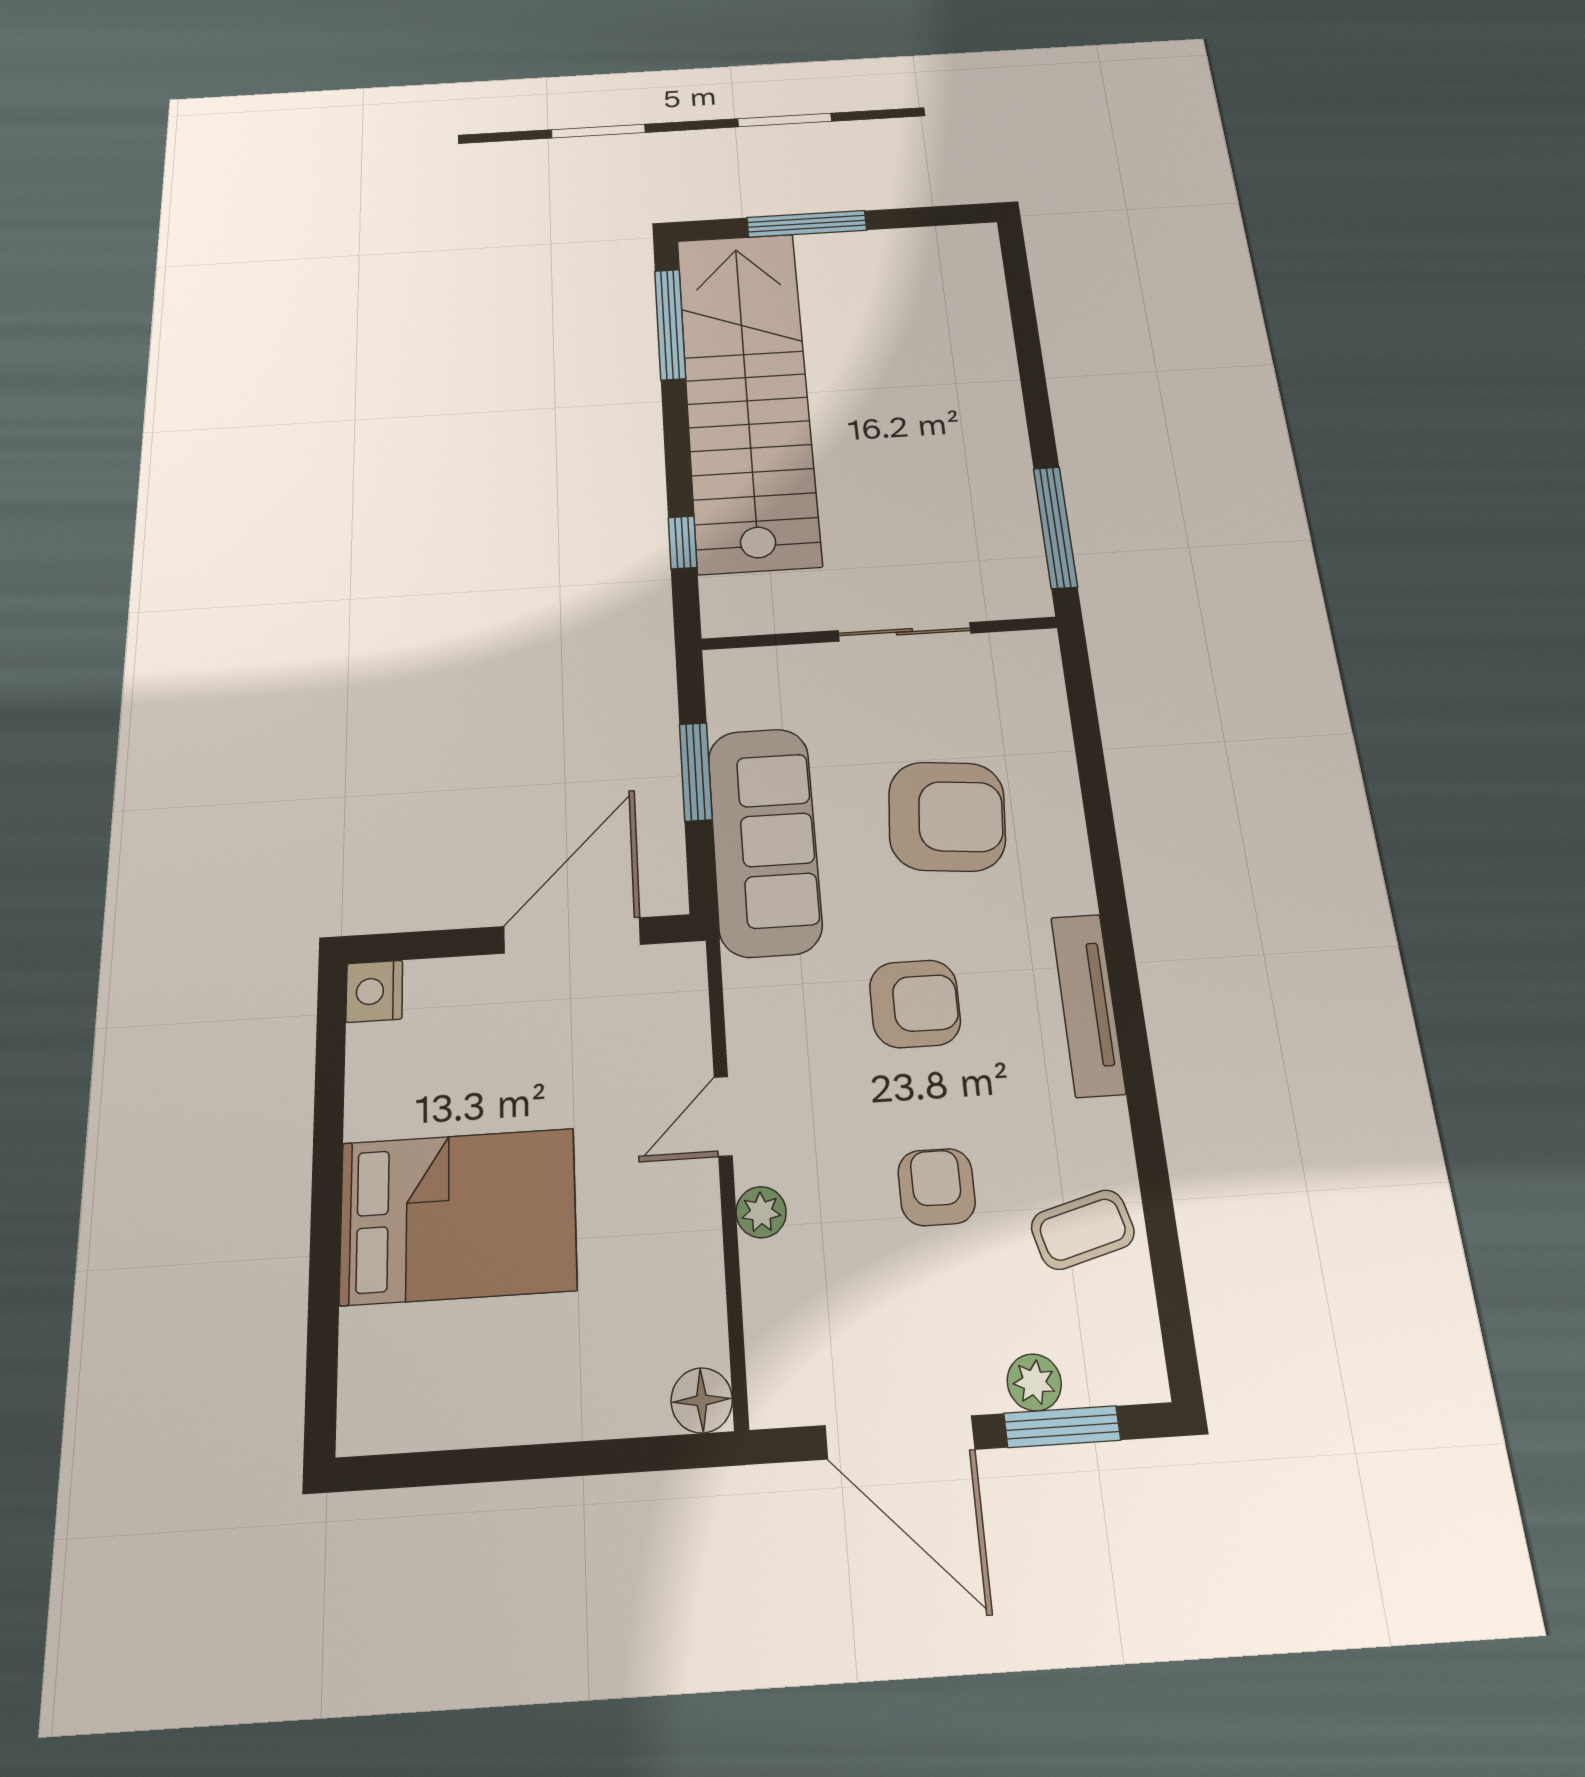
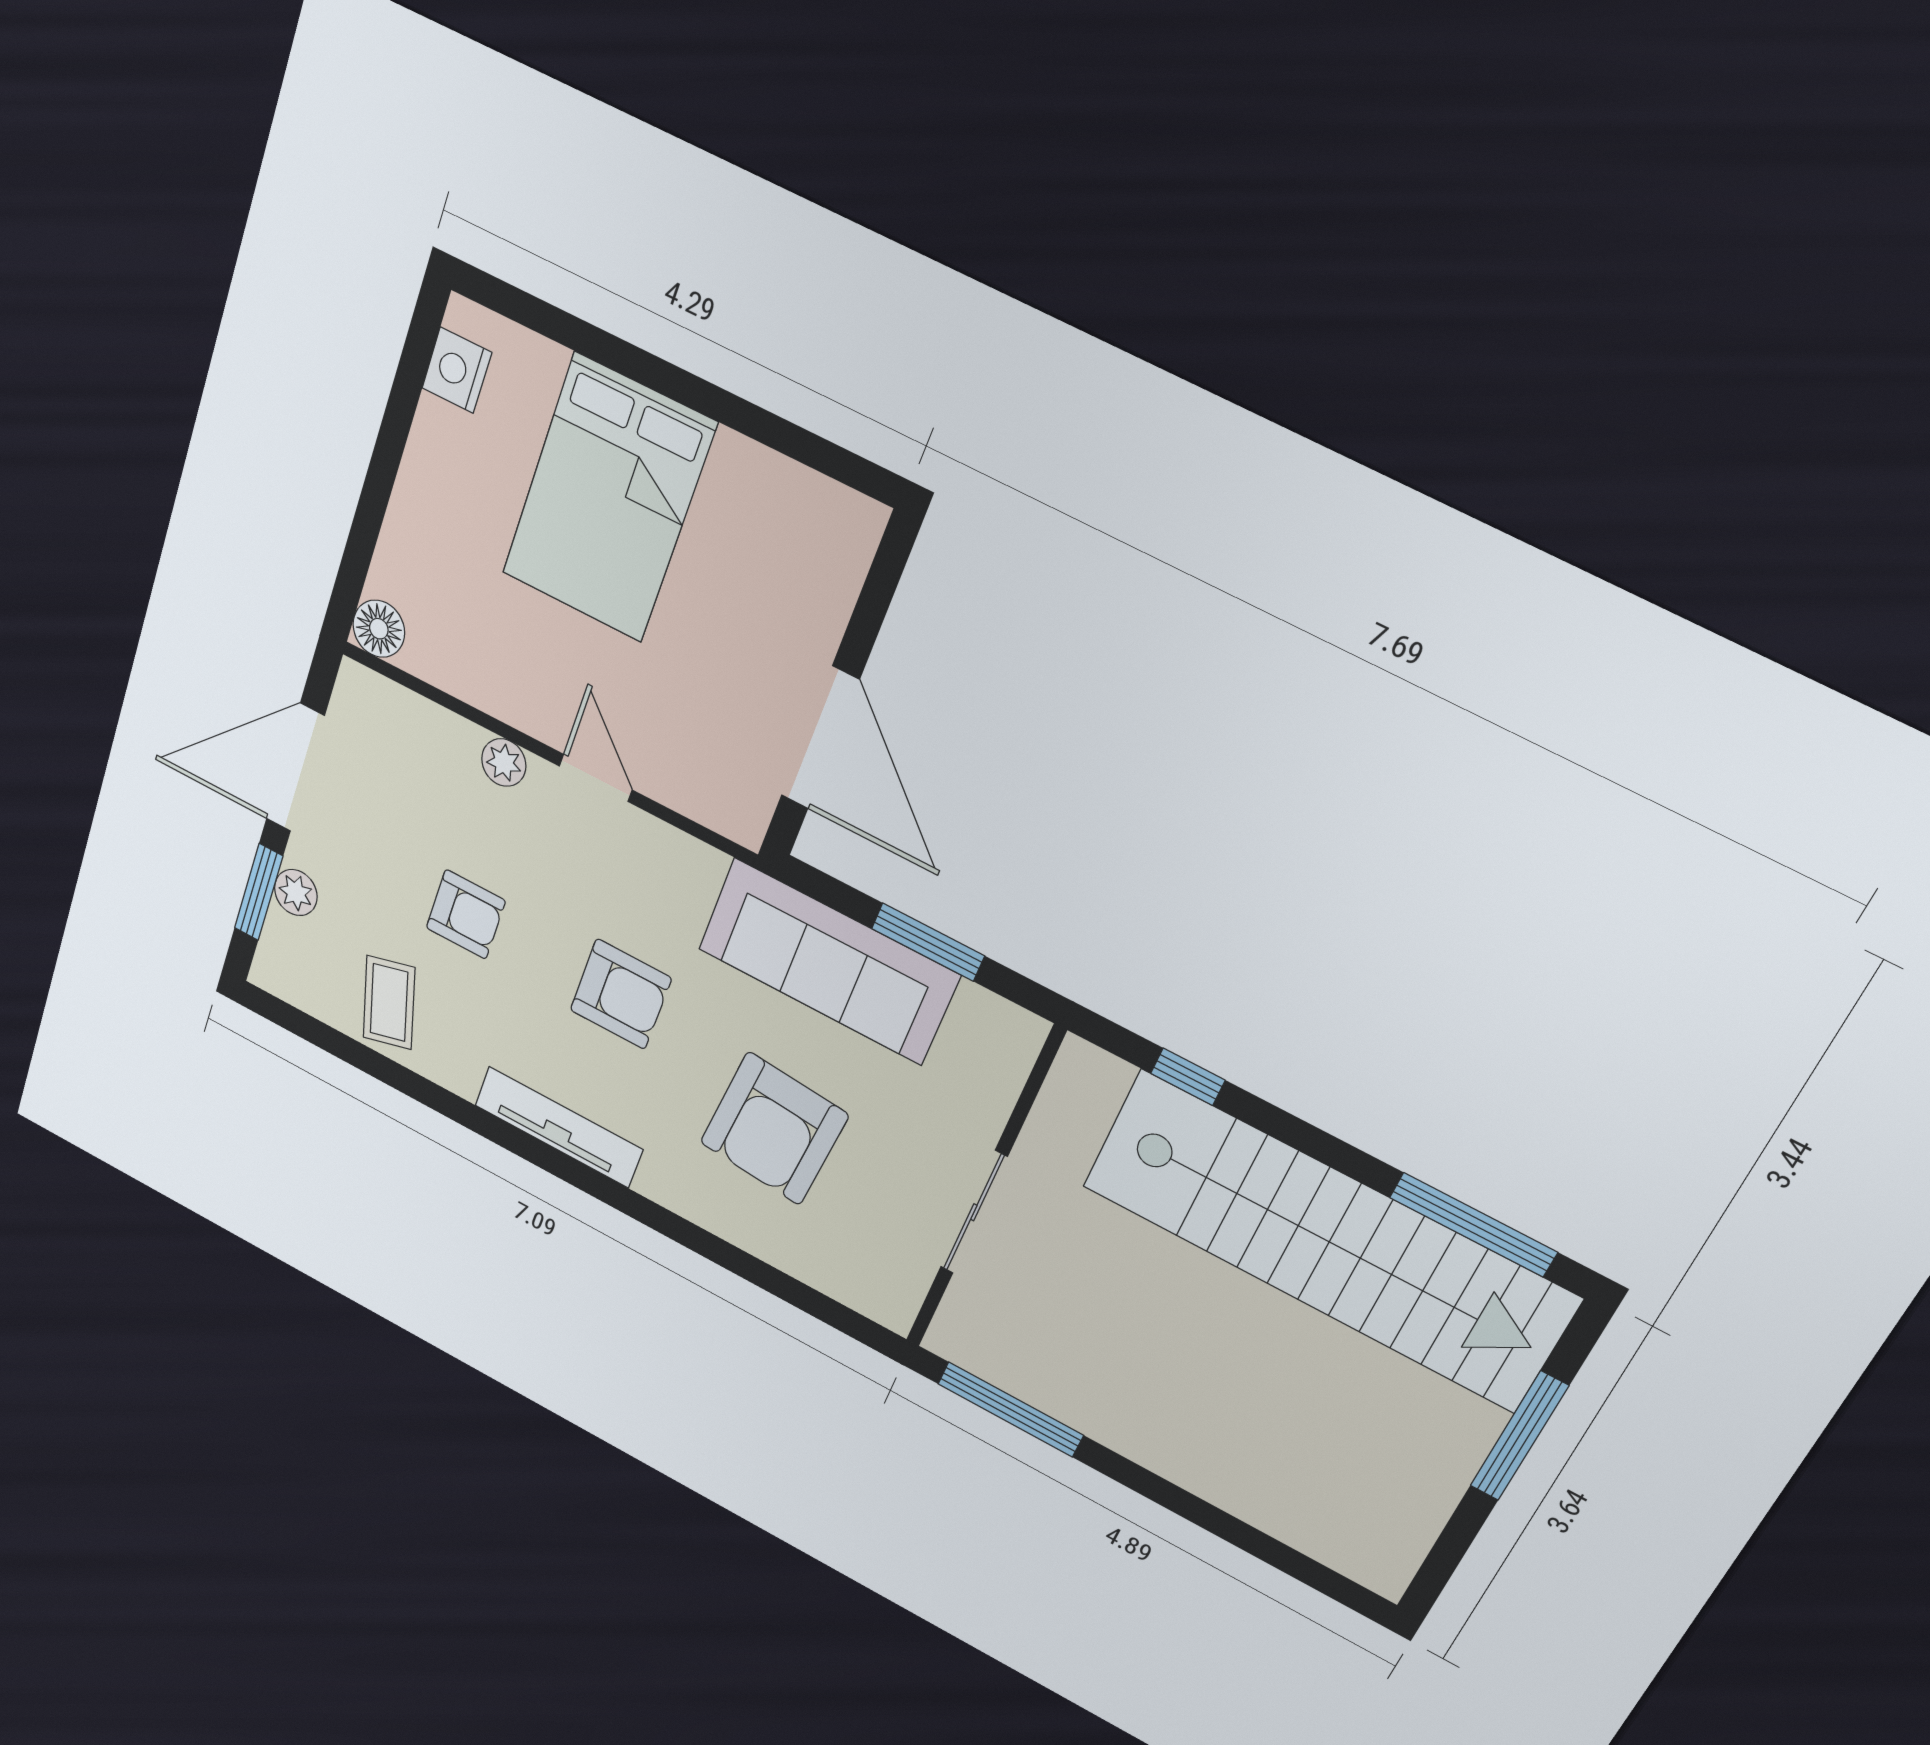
nightstand: (374, 991) -> (457, 370), moved, turned -90
armchair: (915, 1004) -> (621, 994), turned -90

